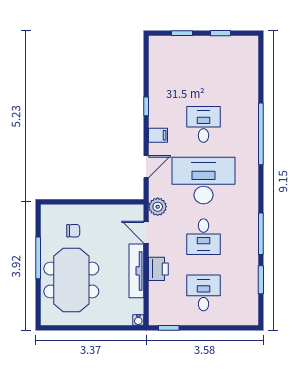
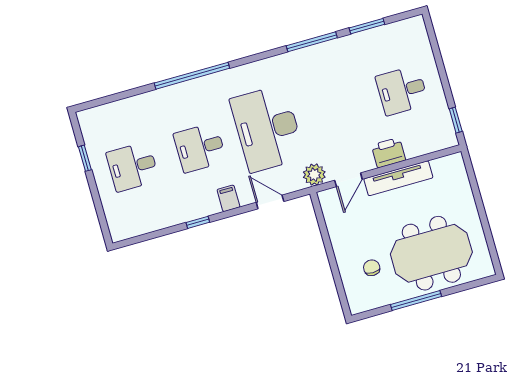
window: (182, 33) -> (98, 204), removed
desk: (204, 237) -> (133, 167), moved, turned 180
water cooler: (138, 320) -> (457, 159), removed

